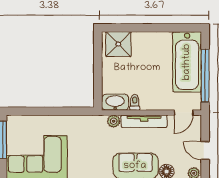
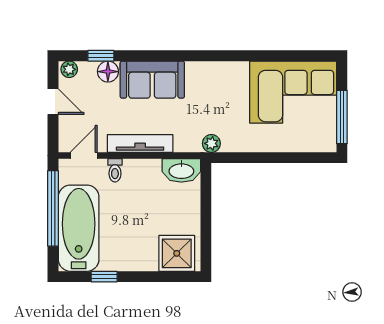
window: (169, 28) -> (104, 277), added
toilet: (135, 102) -> (115, 170), moved
plant: (114, 121) -> (211, 143), moved

